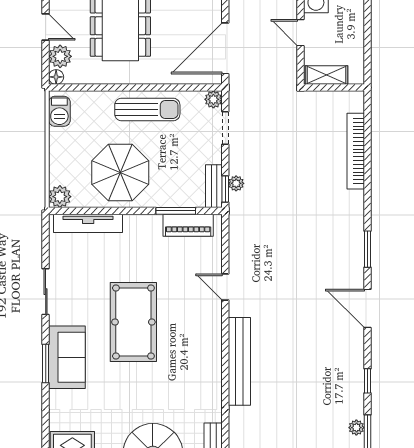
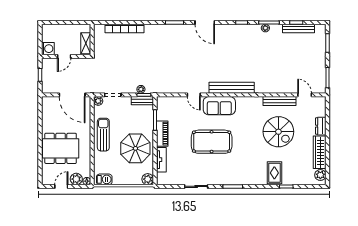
tv unit: (88, 223) -> (161, 160), width x0.71
piano: (188, 225) -> (162, 134), moved
door: (225, 287) -> (194, 95), hinge flipped
door: (367, 308) -> (205, 22), hinge flipped
sofa: (67, 357) -> (219, 106), moved, turned 180

